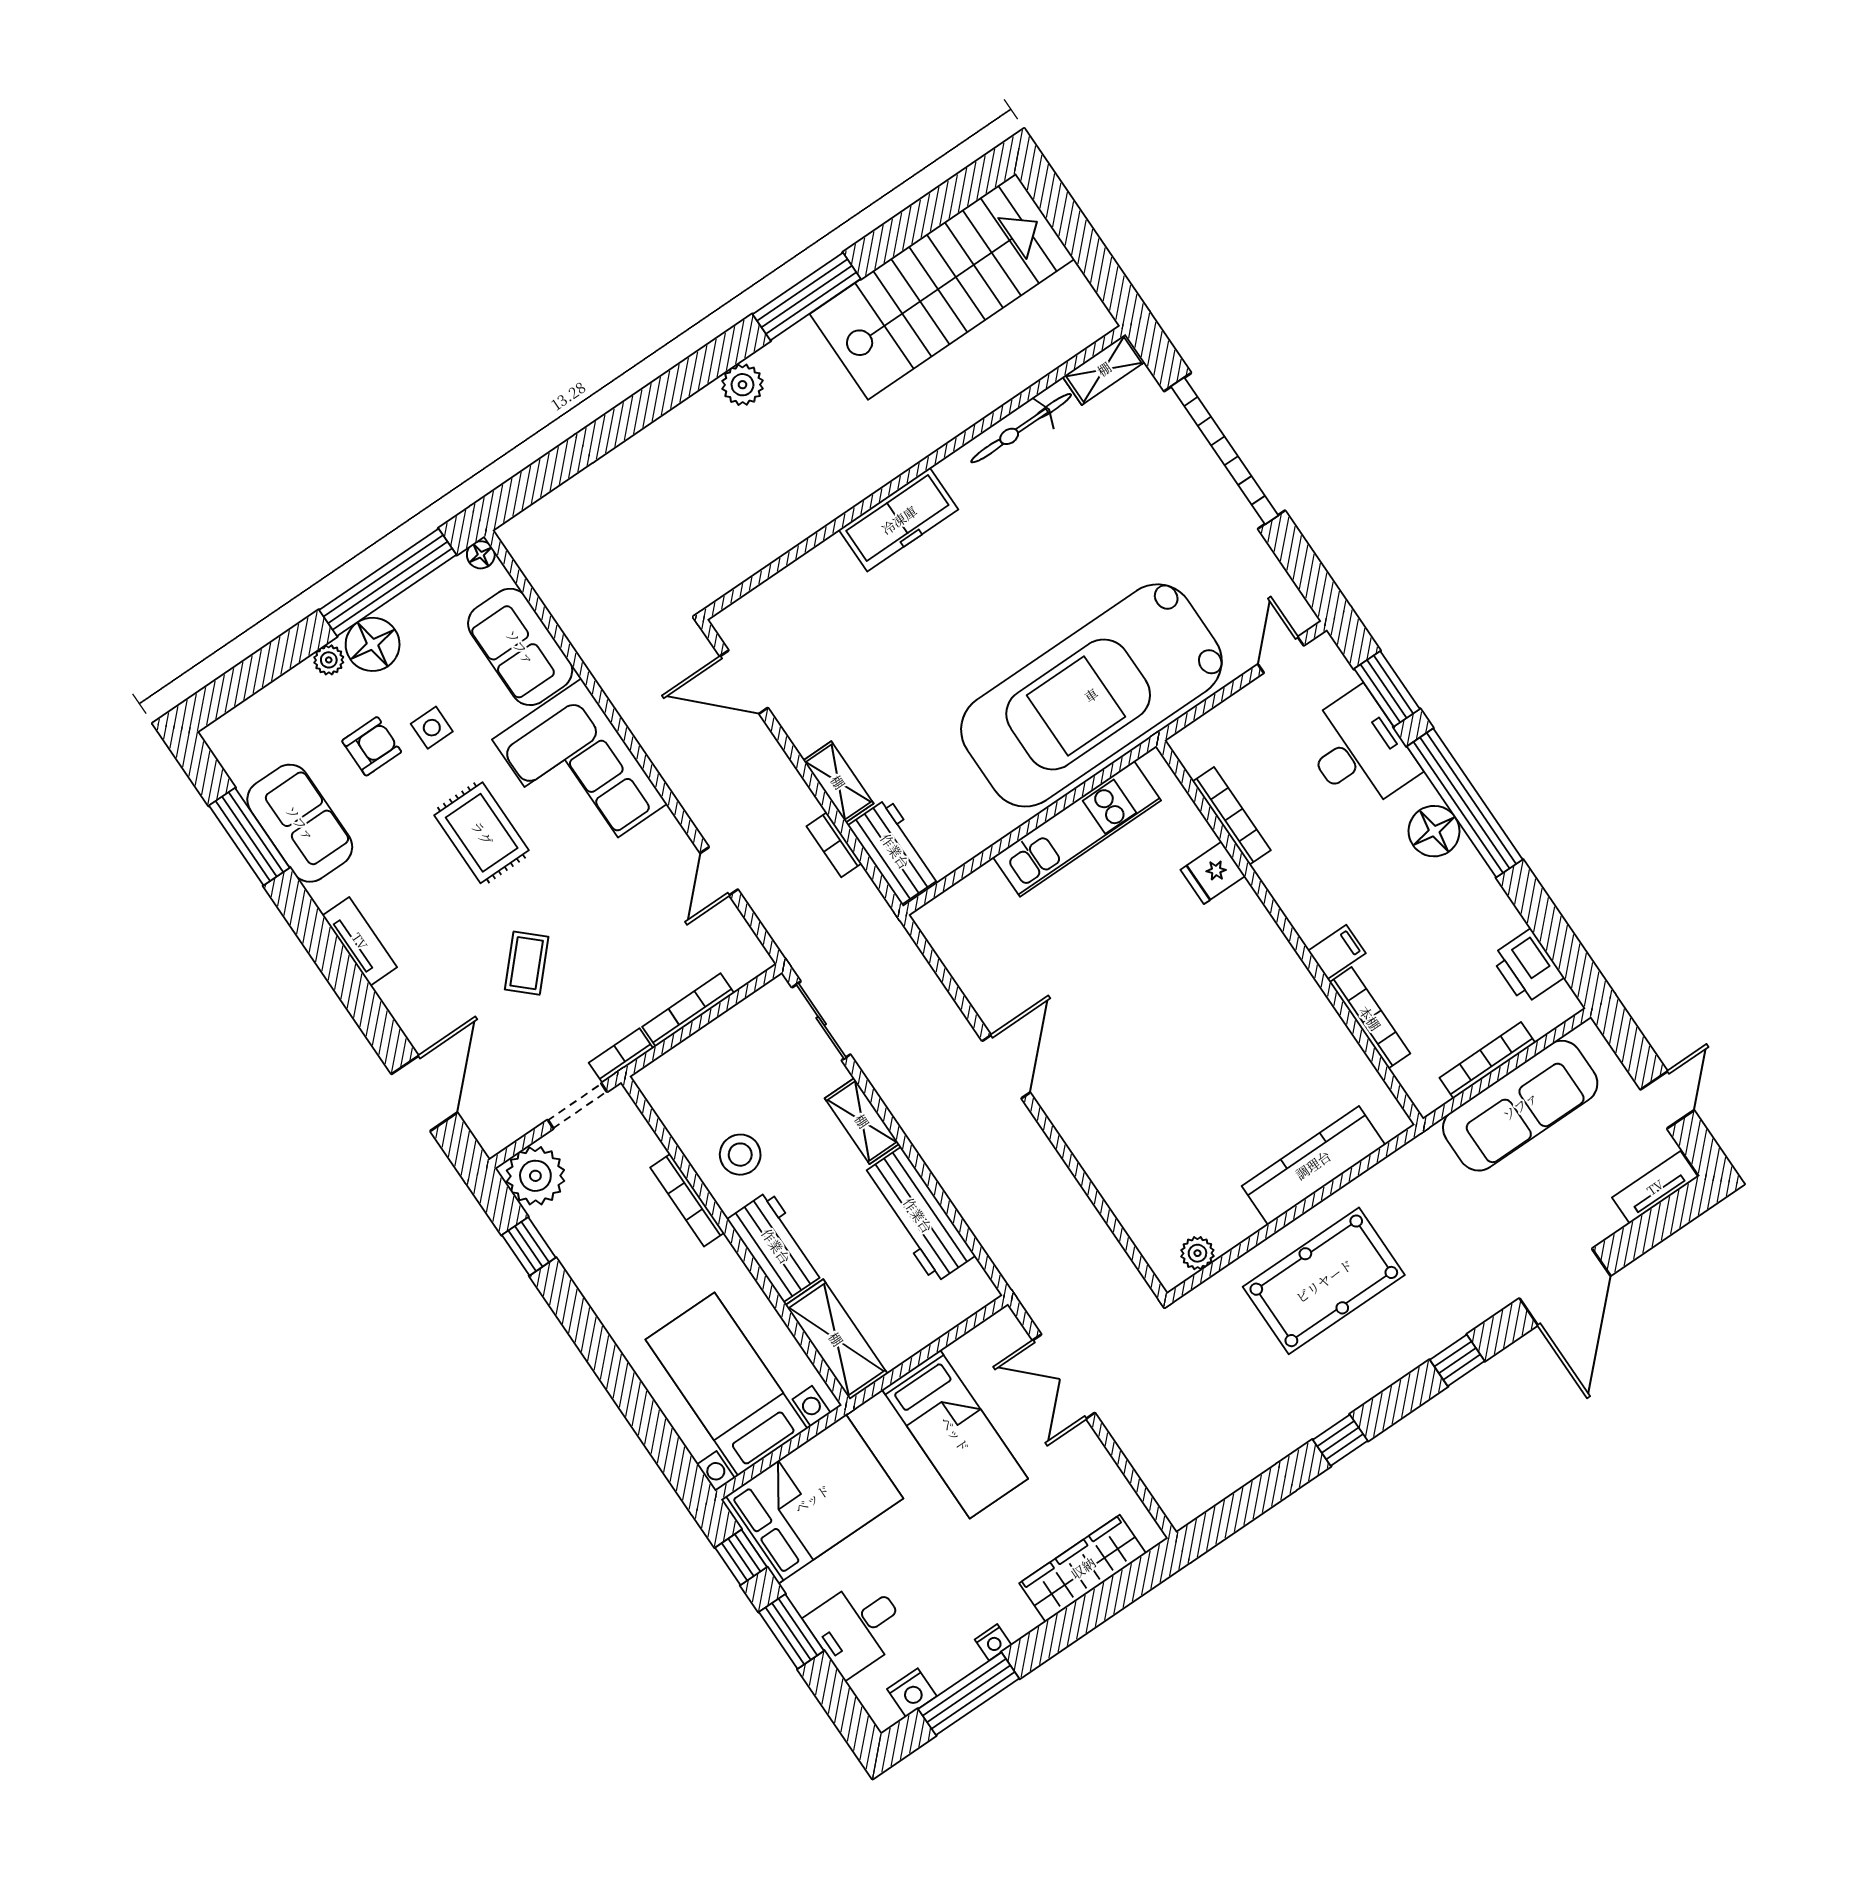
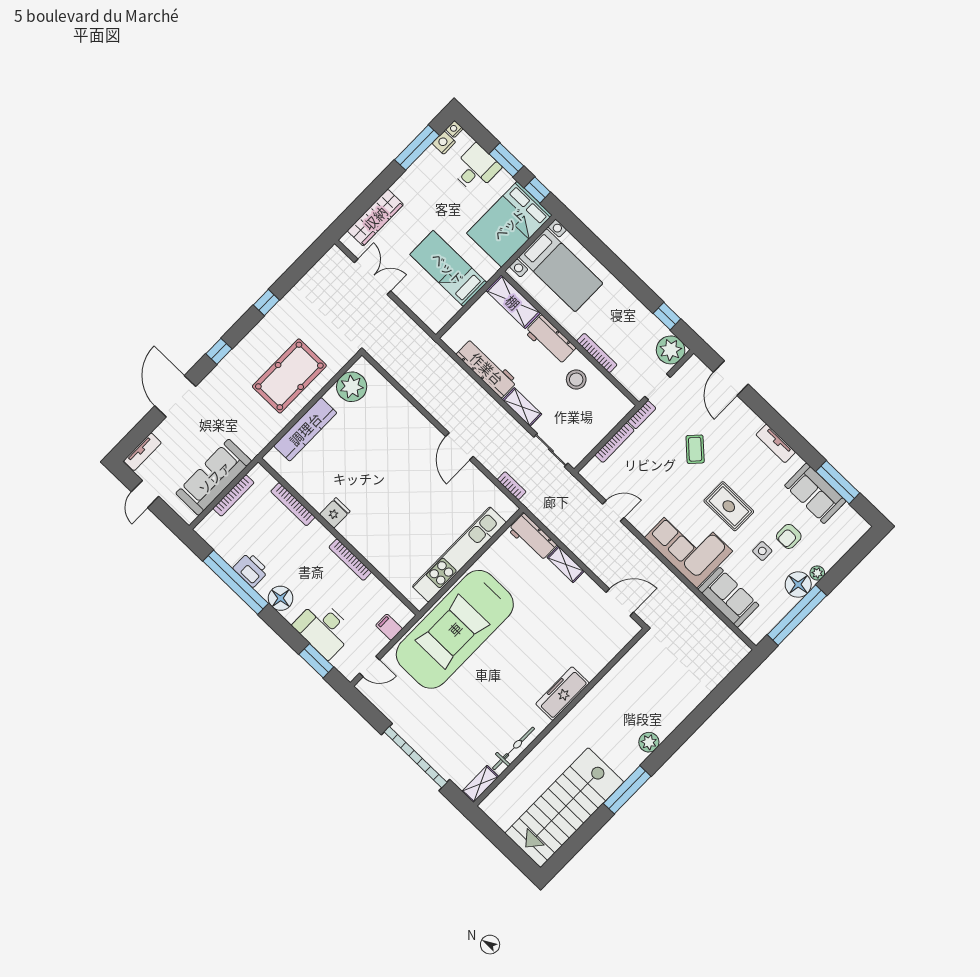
floor lamp: (481, 555) -> (756, 637), removed
door: (1281, 655) -> (370, 667), hinge flipped
car: (1091, 695) -> (455, 629), turned 180
window: (1465, 803) -> (236, 582), moved
bookcase: (1232, 816) -> (350, 560), moved
kitchen unit: (1077, 829) -> (459, 554), width x1.36
bookcase: (834, 845) -> (512, 486), moved
door: (719, 871) -> (613, 511), hinge flipped
fridge: (1213, 873) -> (335, 513), moved
filing cabinet: (1337, 952) -> (389, 627), moved, turned 90
printer: (1527, 967) -> (251, 570), moved
plant: (1197, 1253) -> (352, 387), width x1.87, depth x1.87
double door: (1064, 1377) -> (373, 277), moved
nightstand: (993, 1642) -> (454, 129), moved

